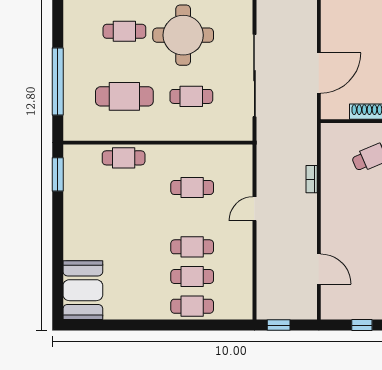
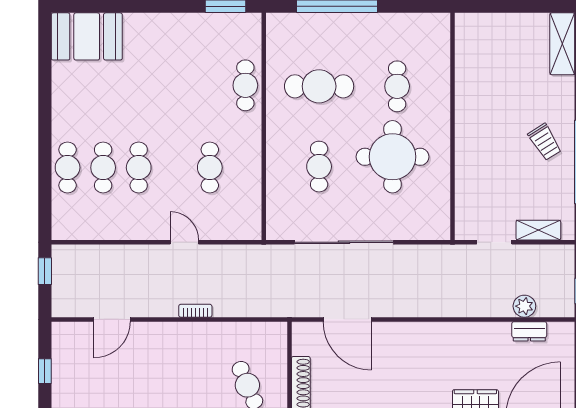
cafe table: (124, 96) -> (319, 86), turned 90
bookcase: (312, 179) -> (195, 311), moved

